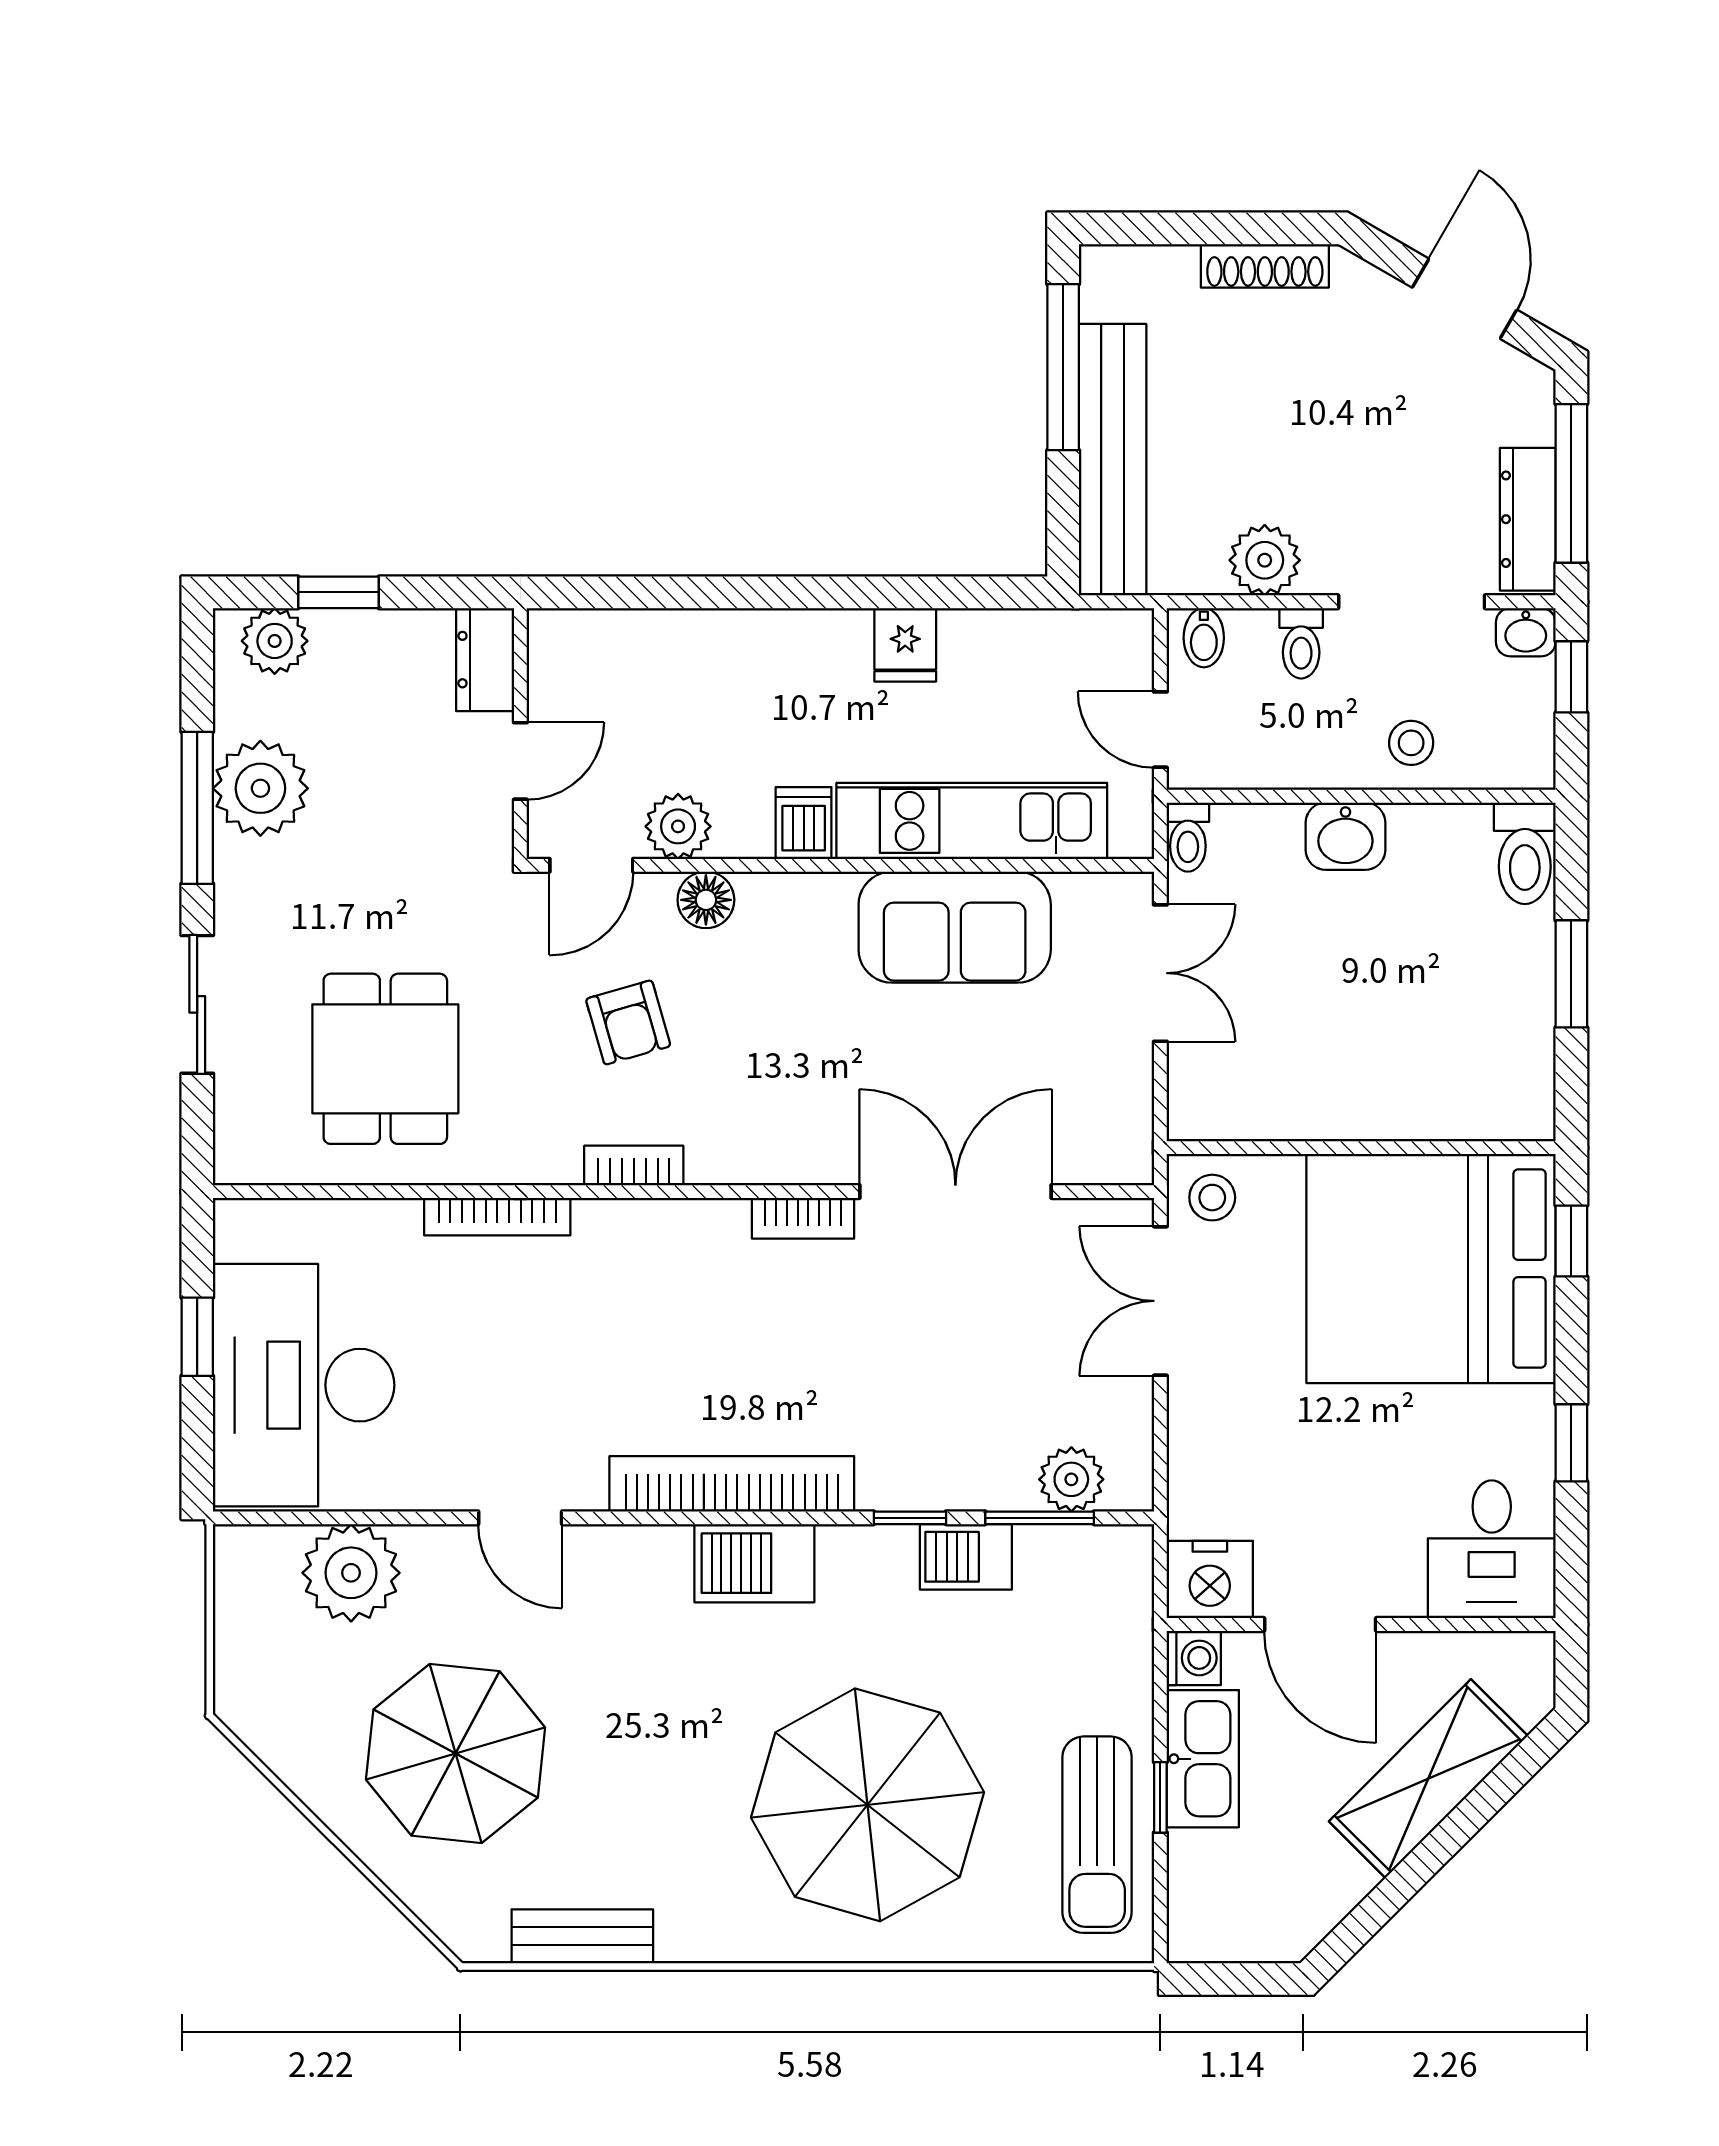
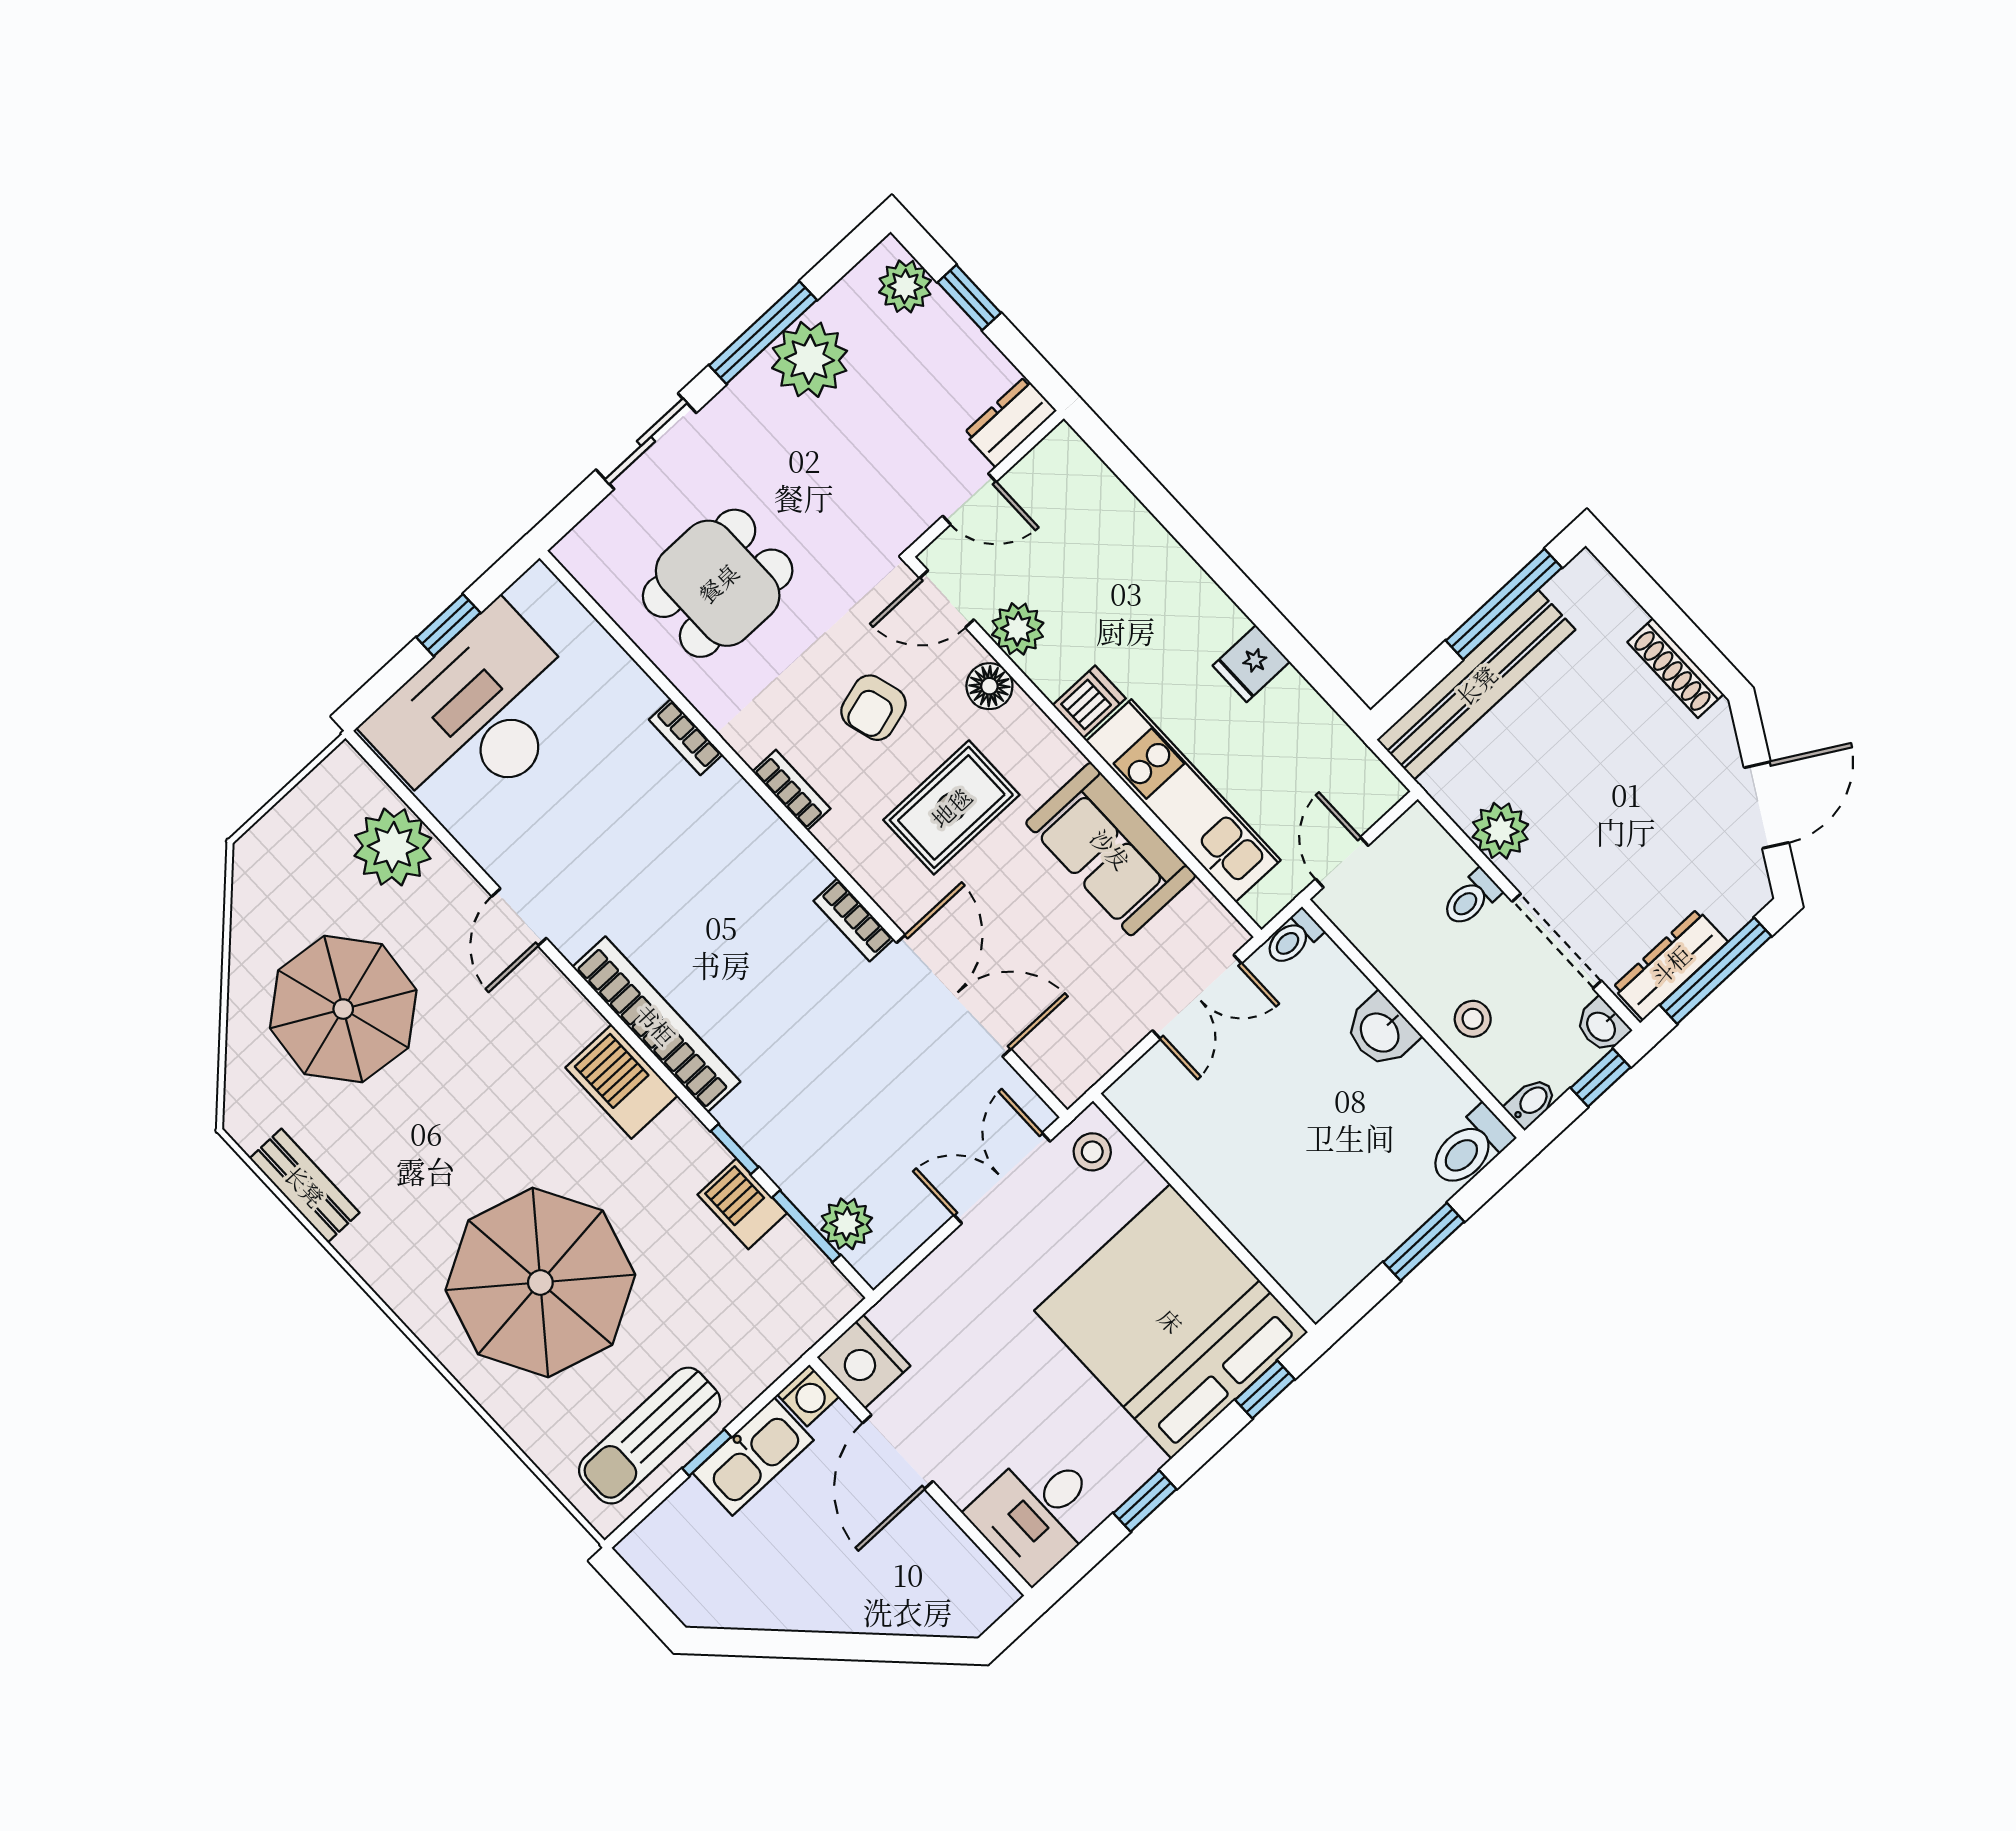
bidet: (1204, 638) -> (1531, 1103), moved, turned 180
rug: (783, 1036) -> (951, 807), added
bookcase: (497, 1217) -> (686, 737), width x0.64
shelving: (1428, 1779) -> (866, 1602), removed

